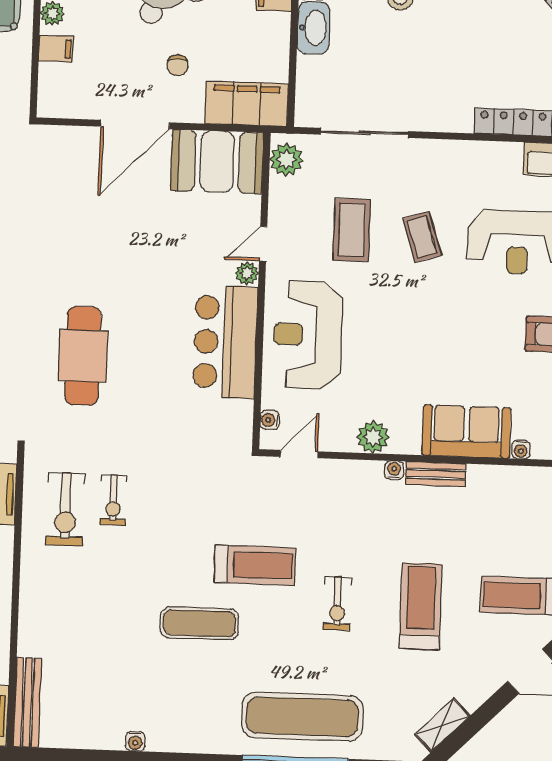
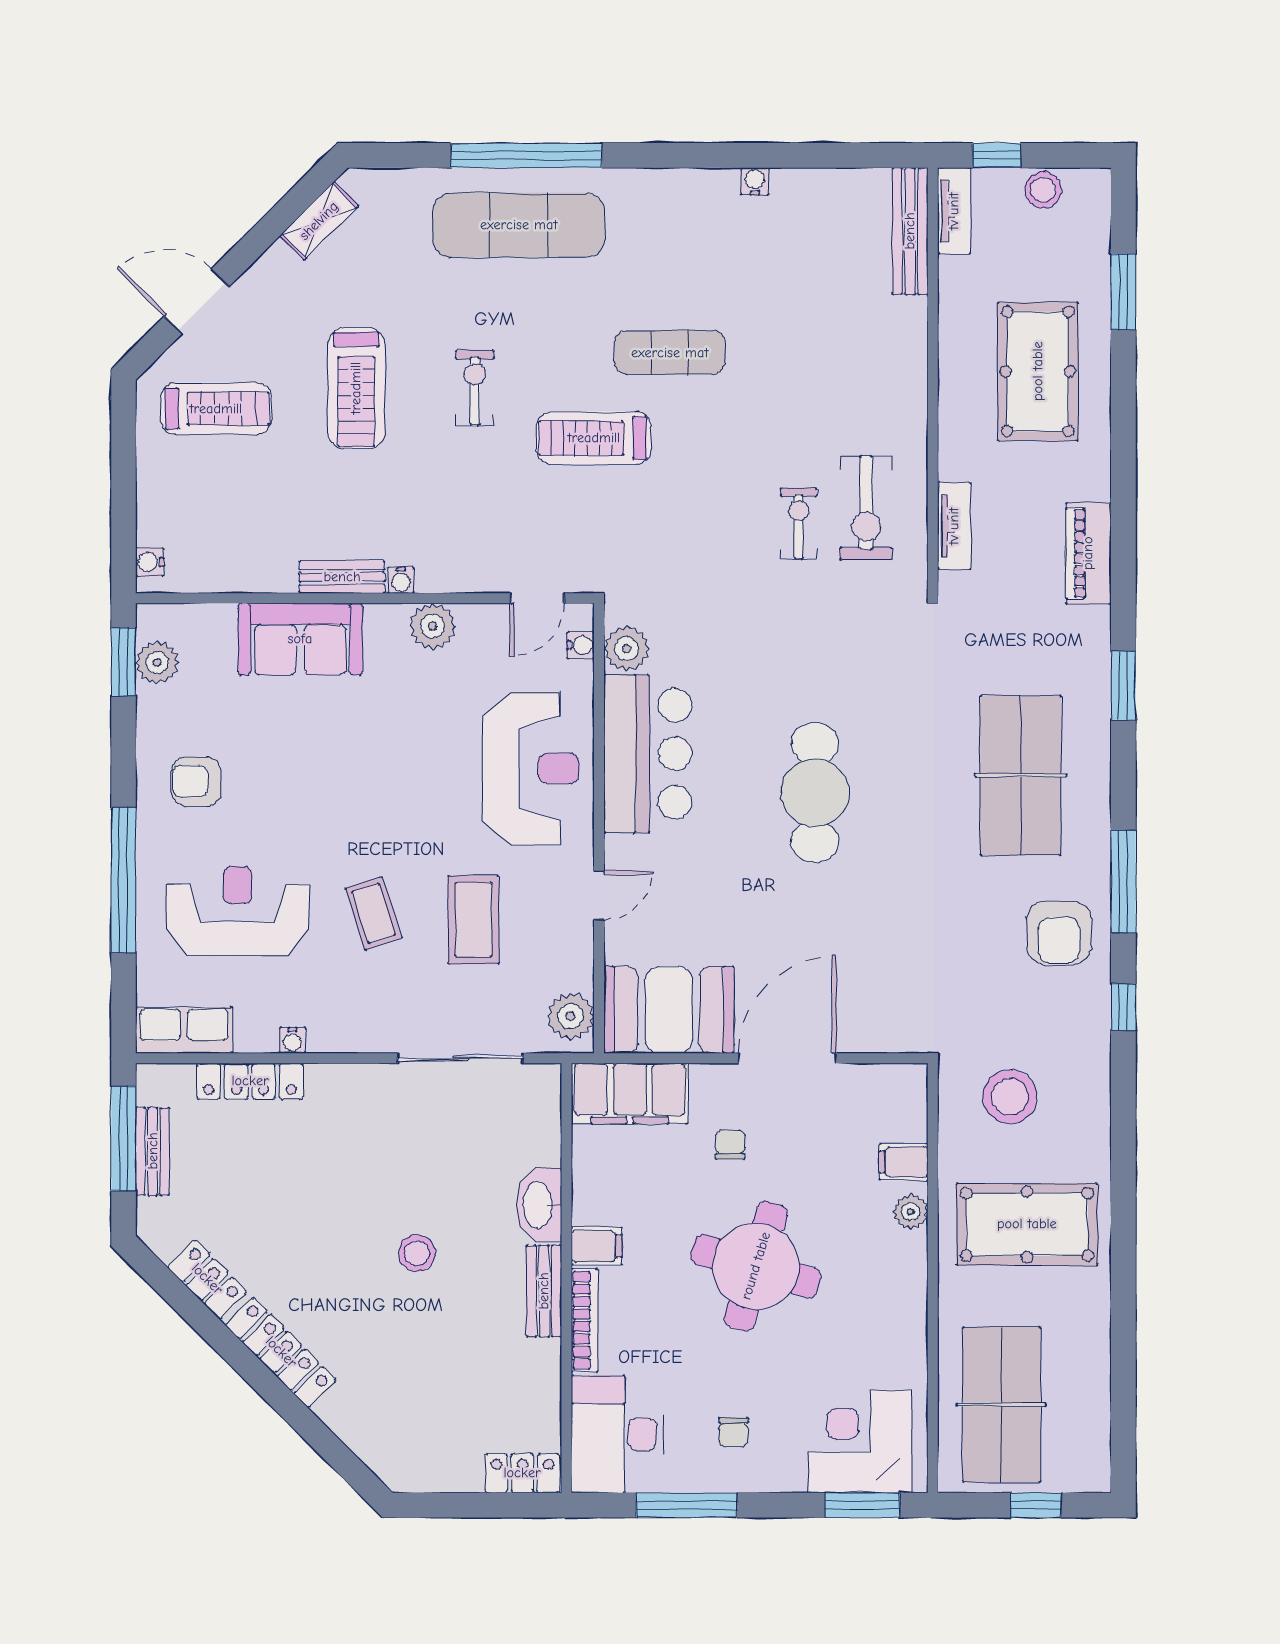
plant: (247, 273) -> (627, 649), moved, width x1.38, depth x1.38
cafe table: (83, 356) -> (815, 792), moved
water cooler: (521, 450) -> (292, 1040), moved, turned 180
exercise bike: (65, 509) -> (866, 508), turned 180

